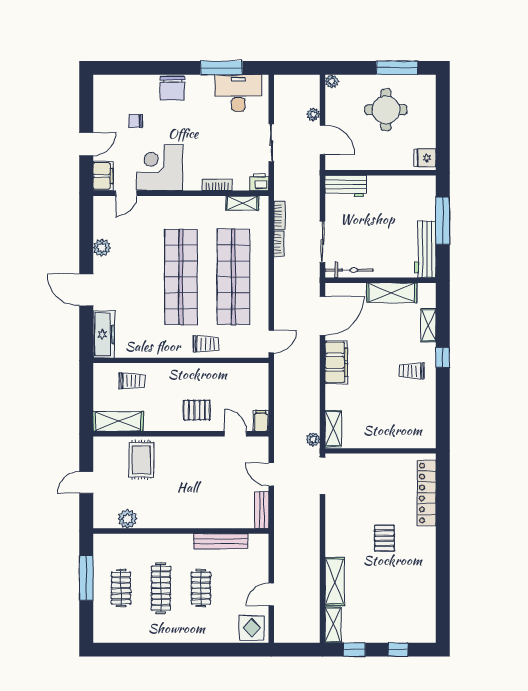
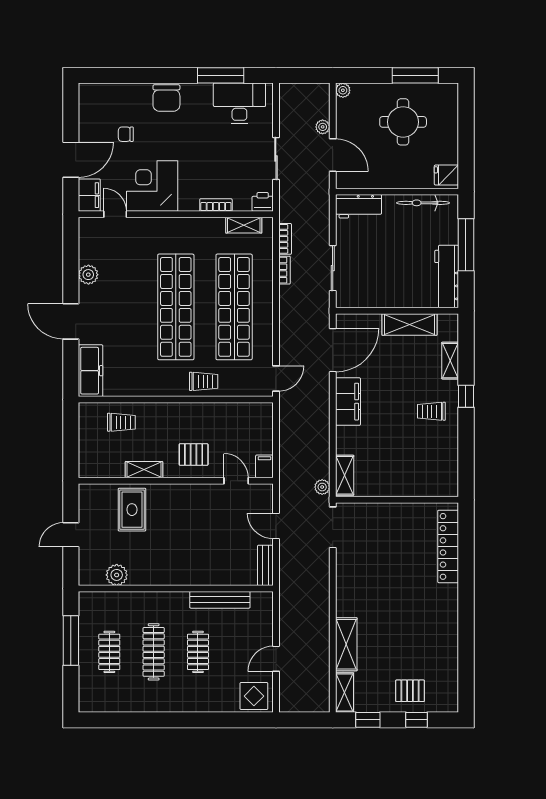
door: (86, 144) -> (71, 160), width x1.38
door: (126, 193) -> (115, 214), swing flipped
bicycle: (349, 270) -> (423, 203), moved, turned 180
shelving: (118, 421) -> (144, 470), moved, width x0.67, depth x0.75
pallet: (384, 538) -> (410, 691), moved, turned 90

